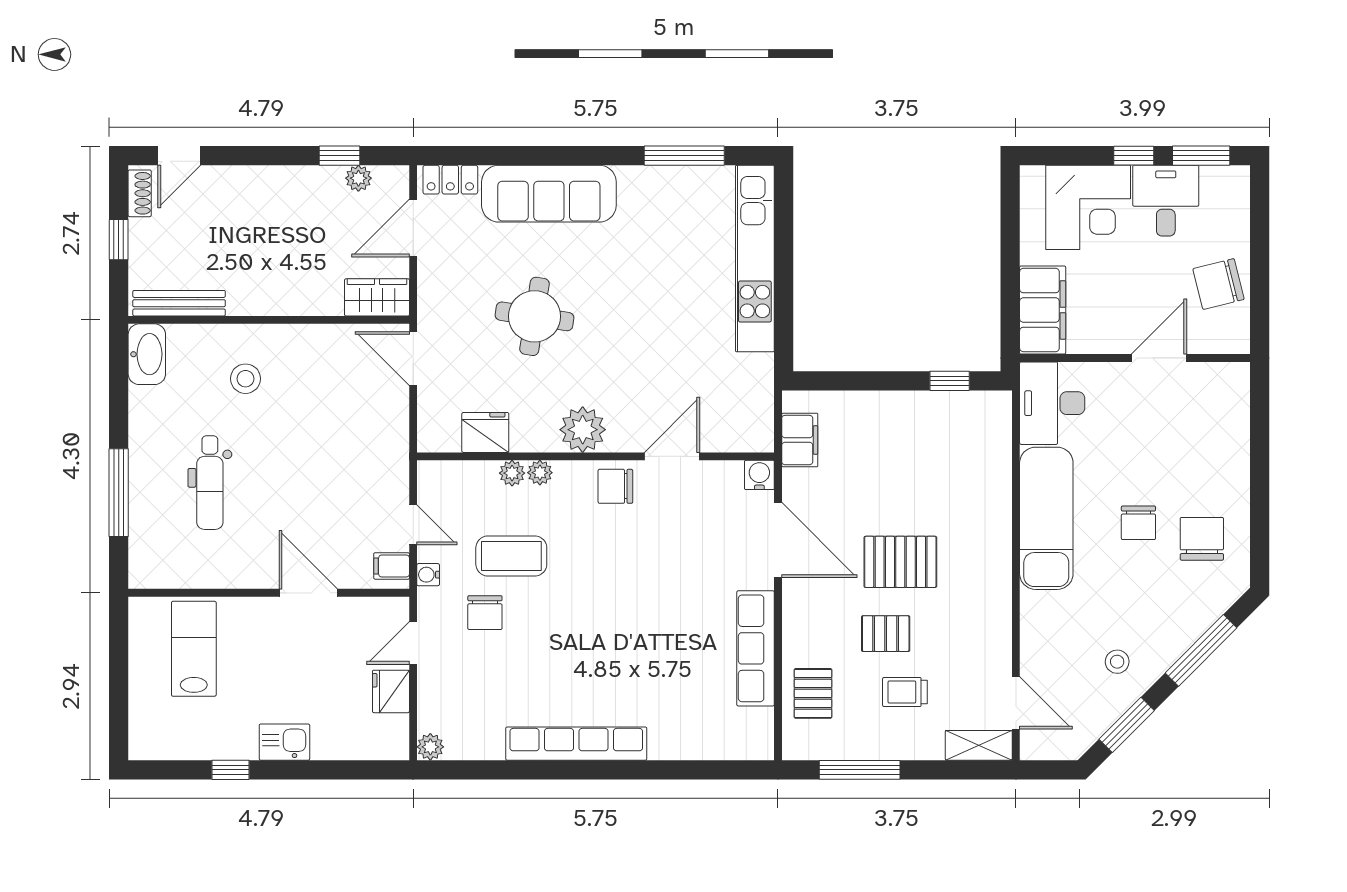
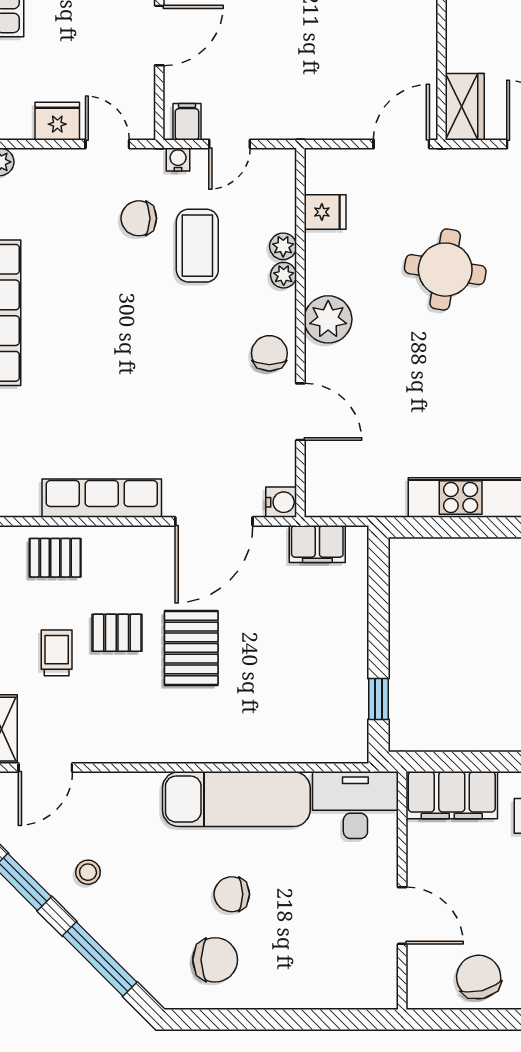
fridge: (485, 432) -> (325, 212), width x0.72
pallet: (886, 634) -> (117, 633), turned 90

